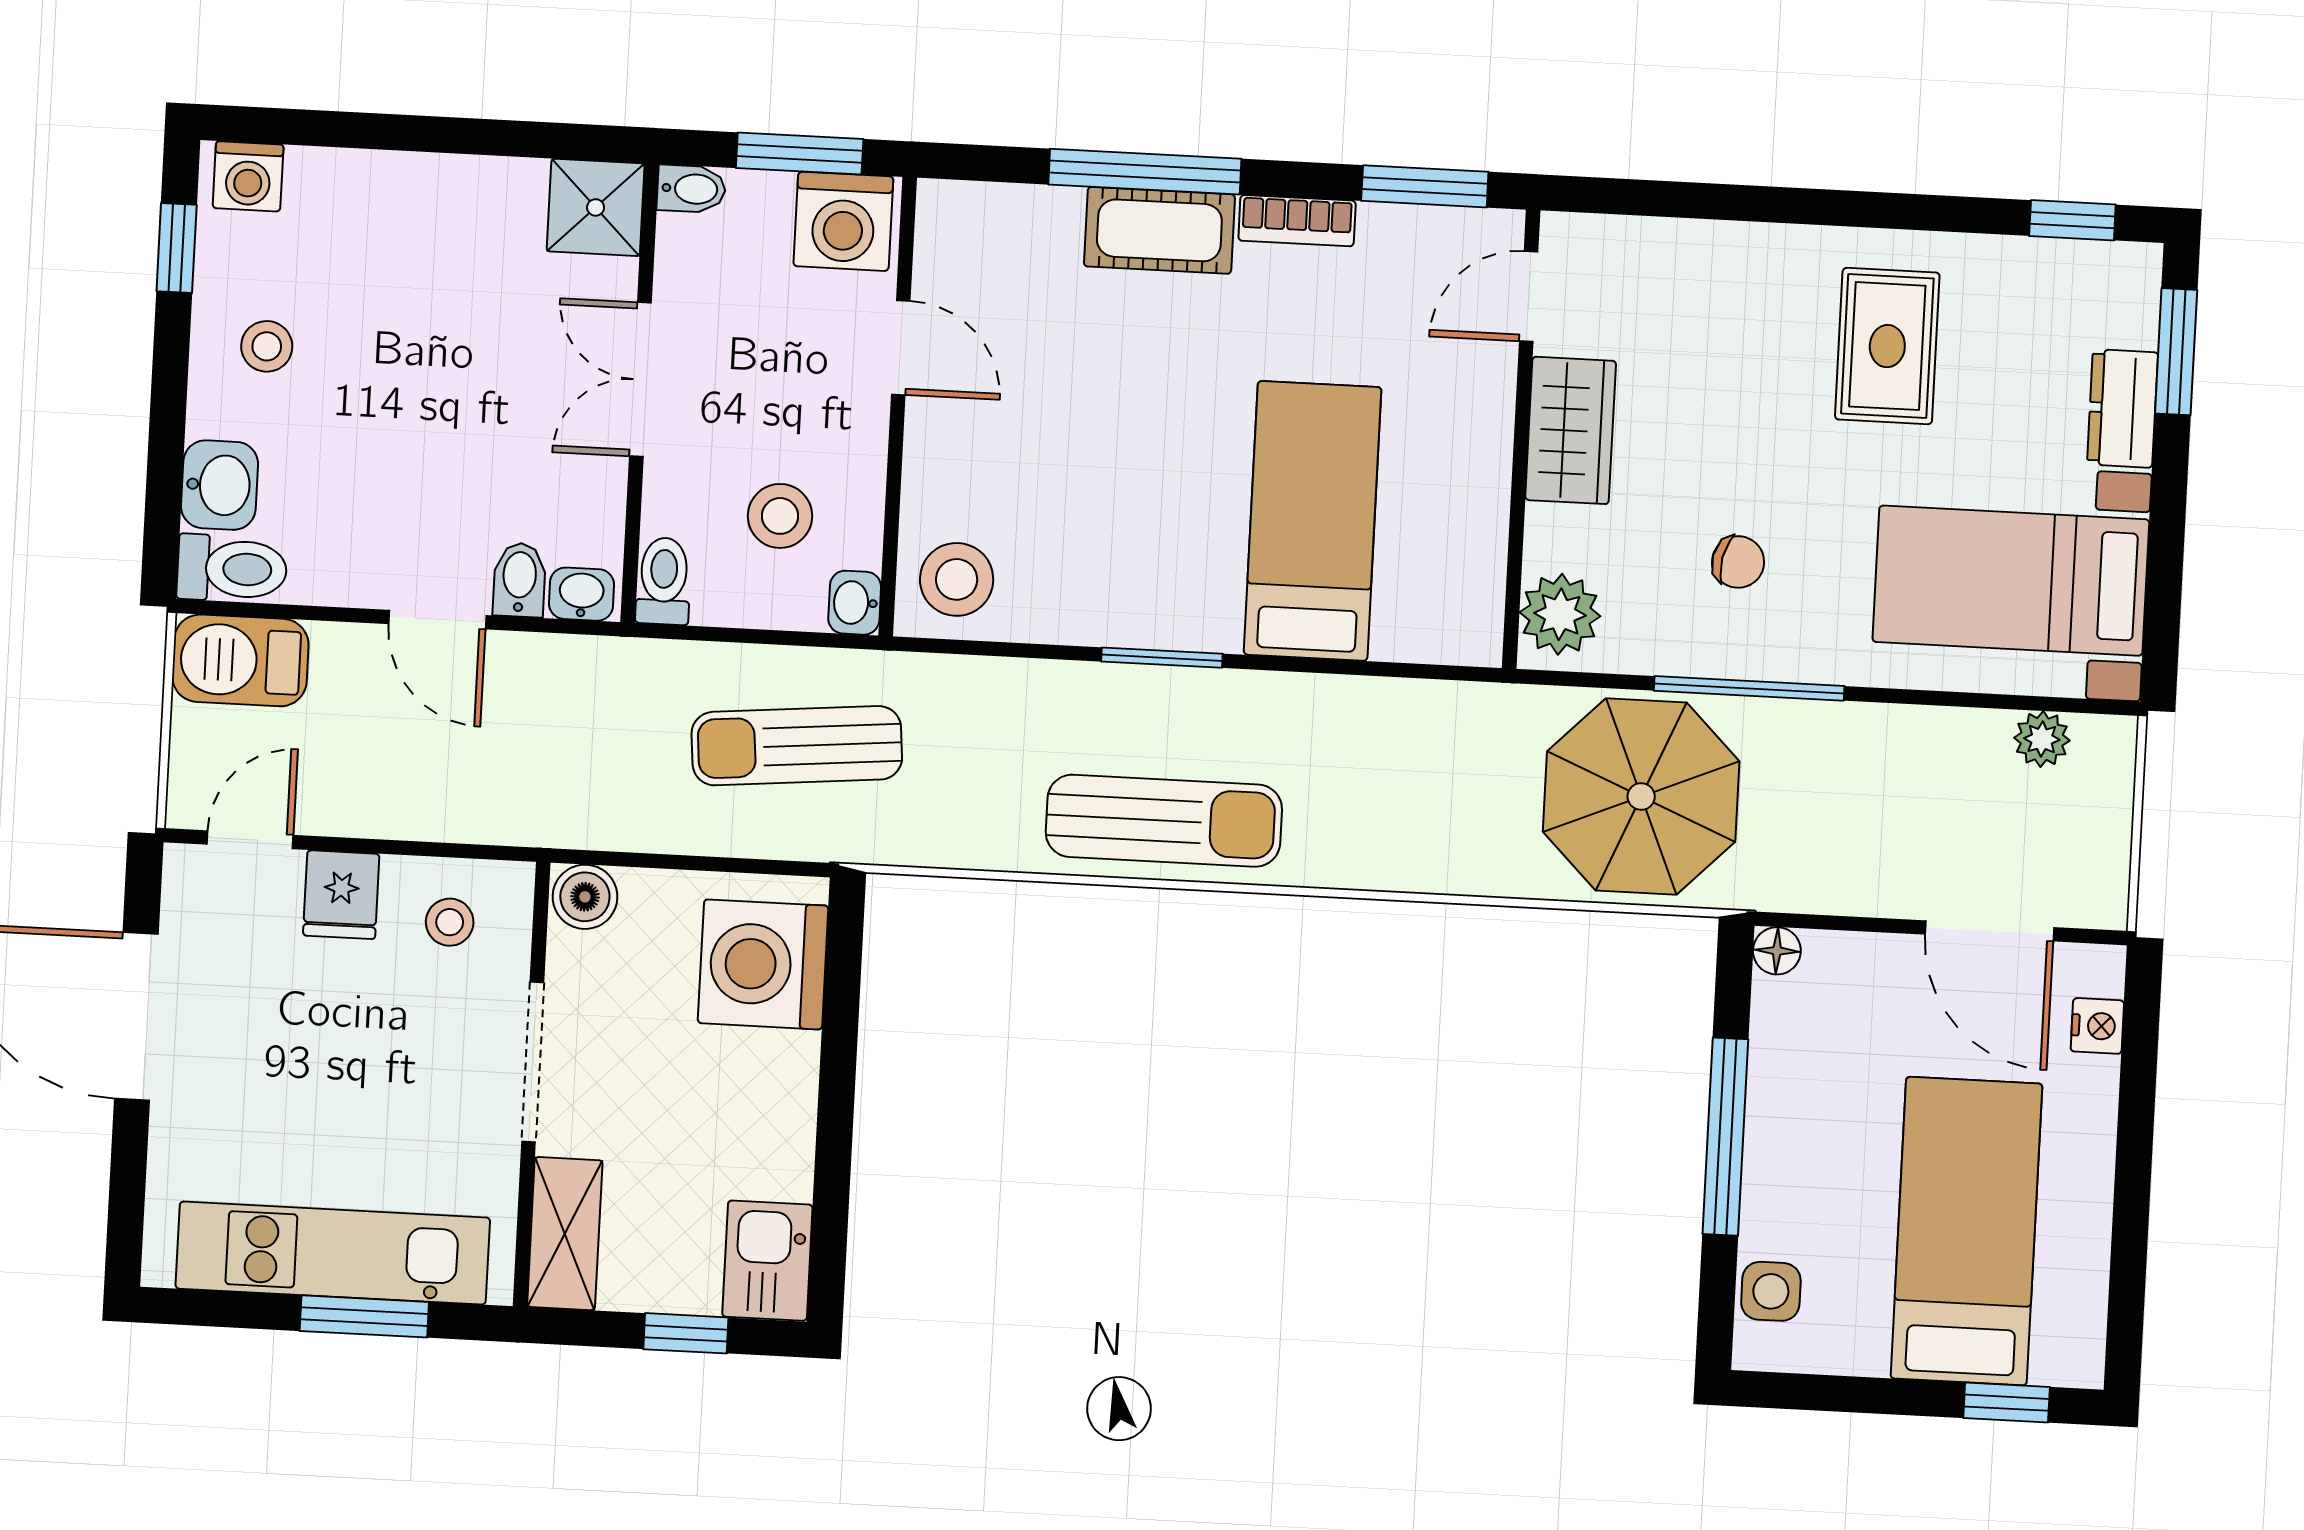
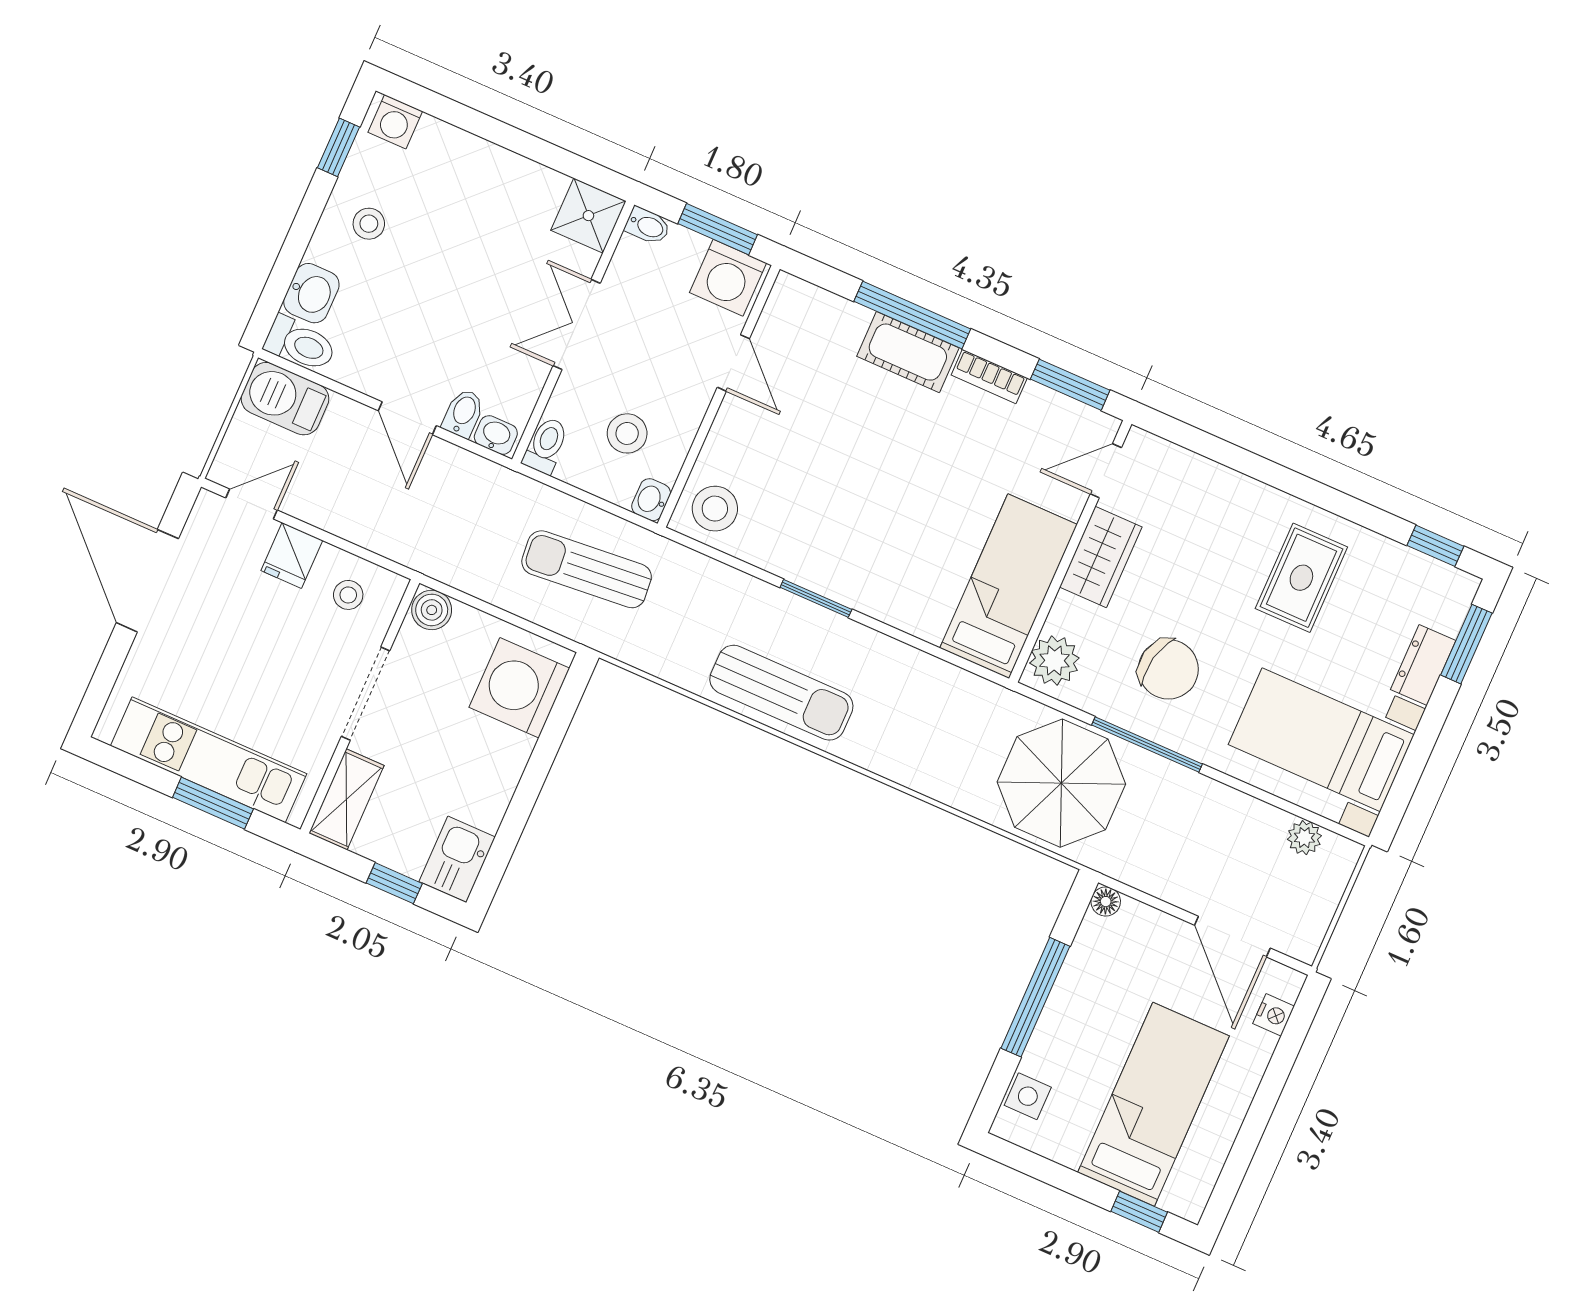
bed: (1313, 521) -> (1009, 586), moved
chair: (1738, 562) -> (1168, 669), width x1.87, depth x1.87

